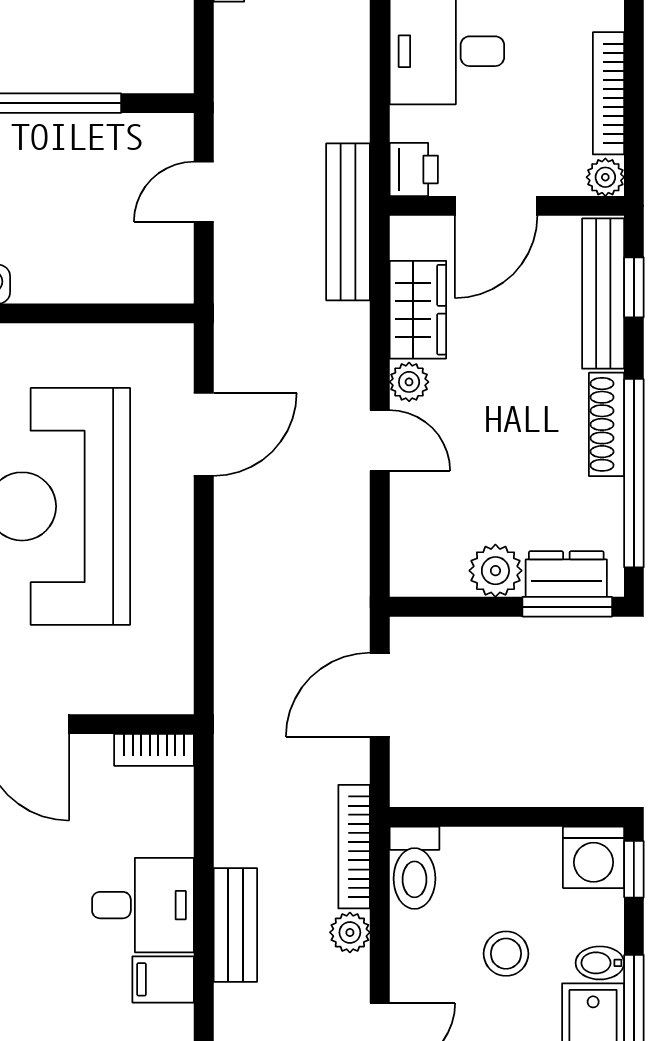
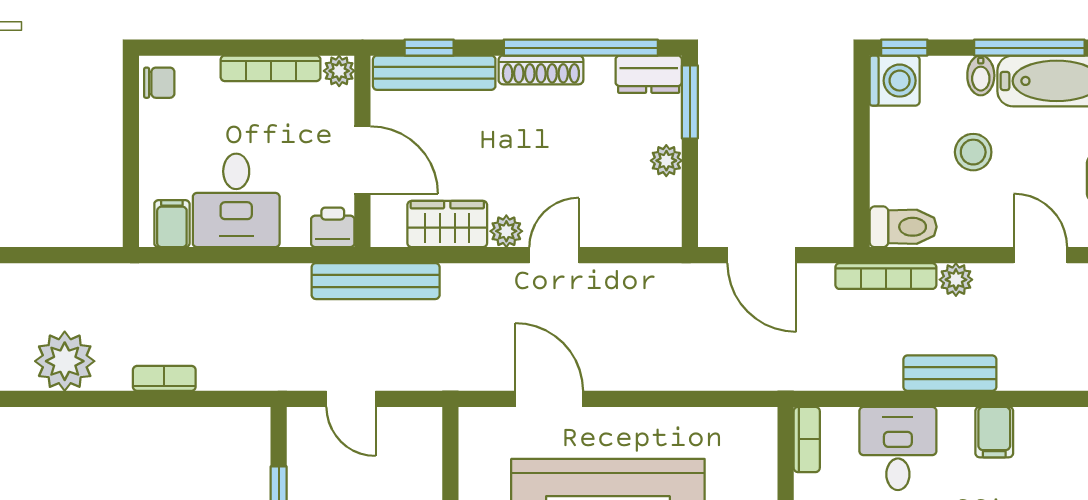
plant: (495, 571) -> (666, 161), width x0.73, depth x0.73
dresser: (566, 574) -> (649, 74), moved, turned -90
desk: (143, 905) -> (898, 449), moved

